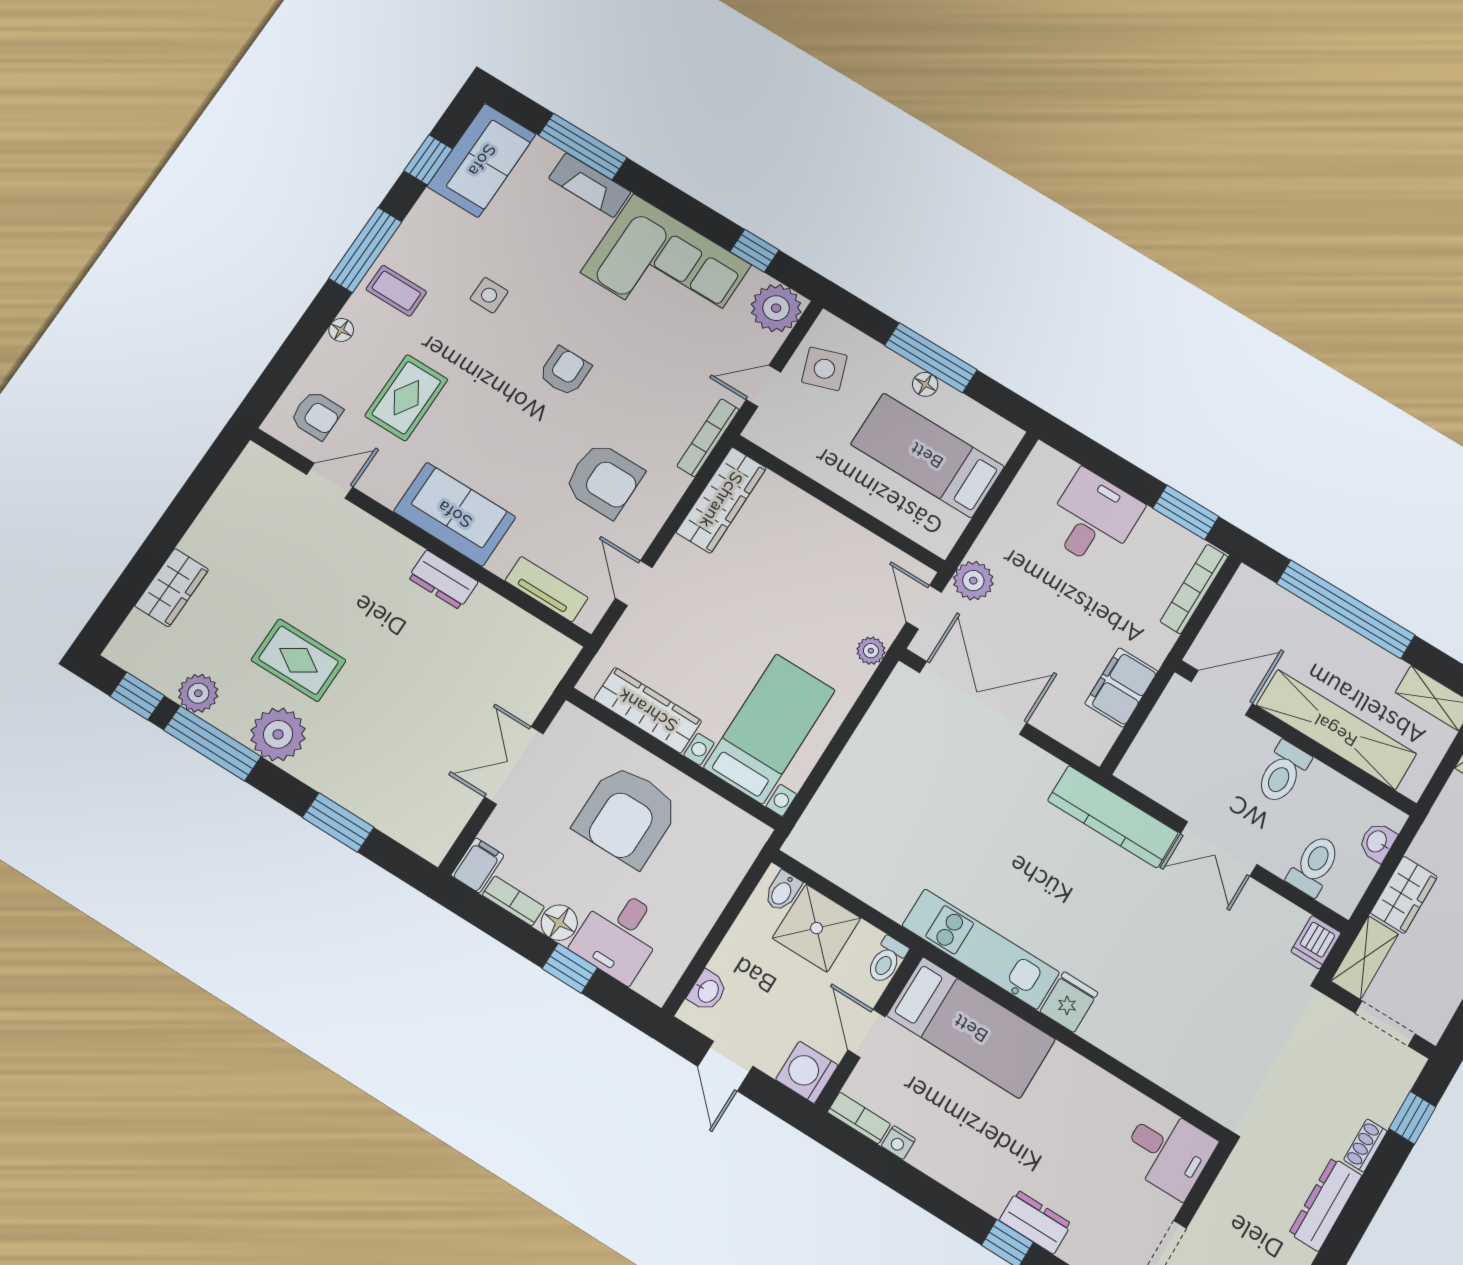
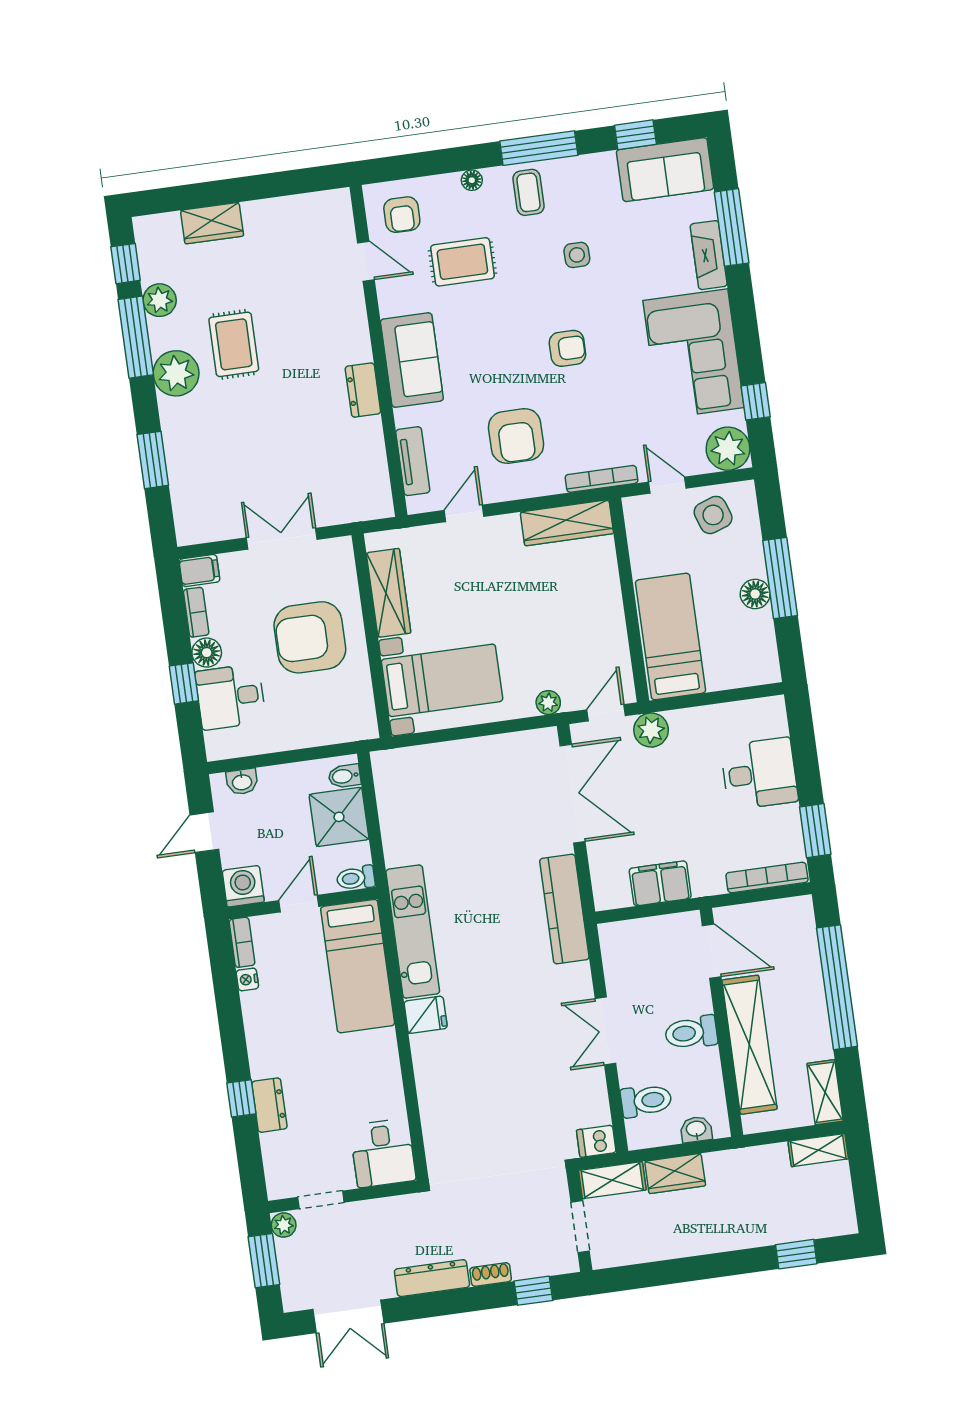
floor lamp: (925, 384) -> (755, 594), width x1.37, depth x1.37
bed: (927, 455) -> (670, 636), moved
kitchen counter: (1113, 817) -> (564, 909), moved

